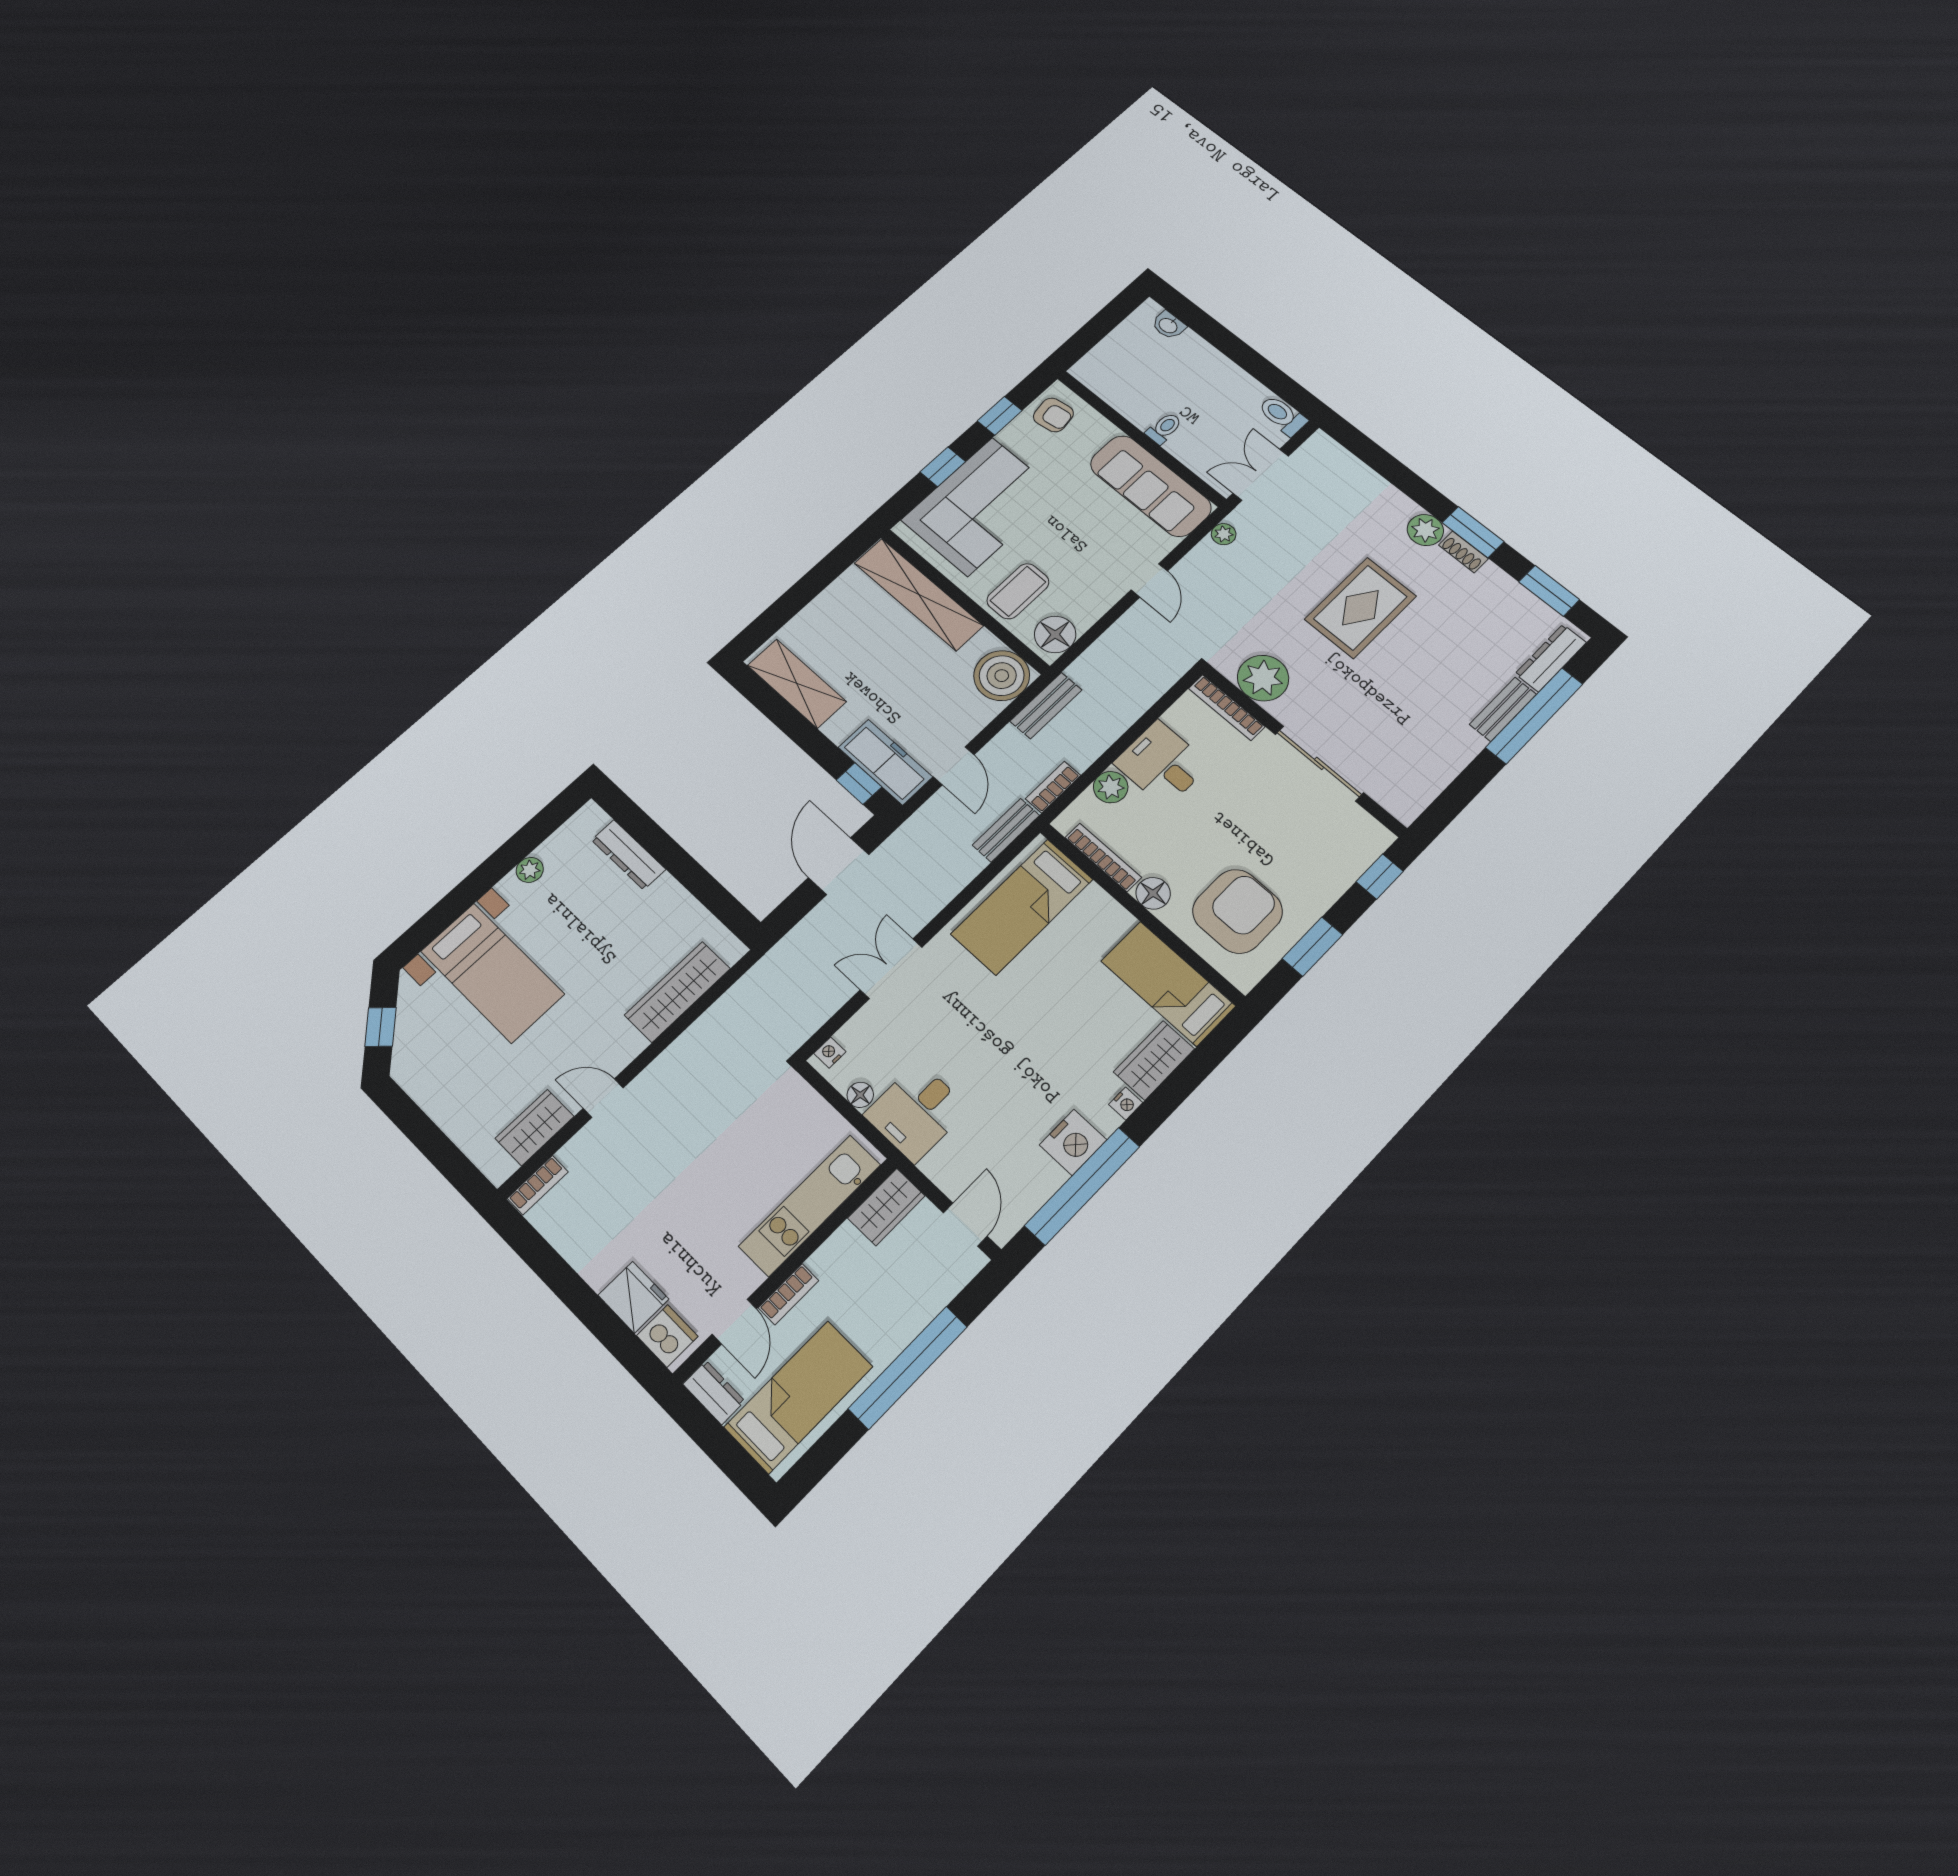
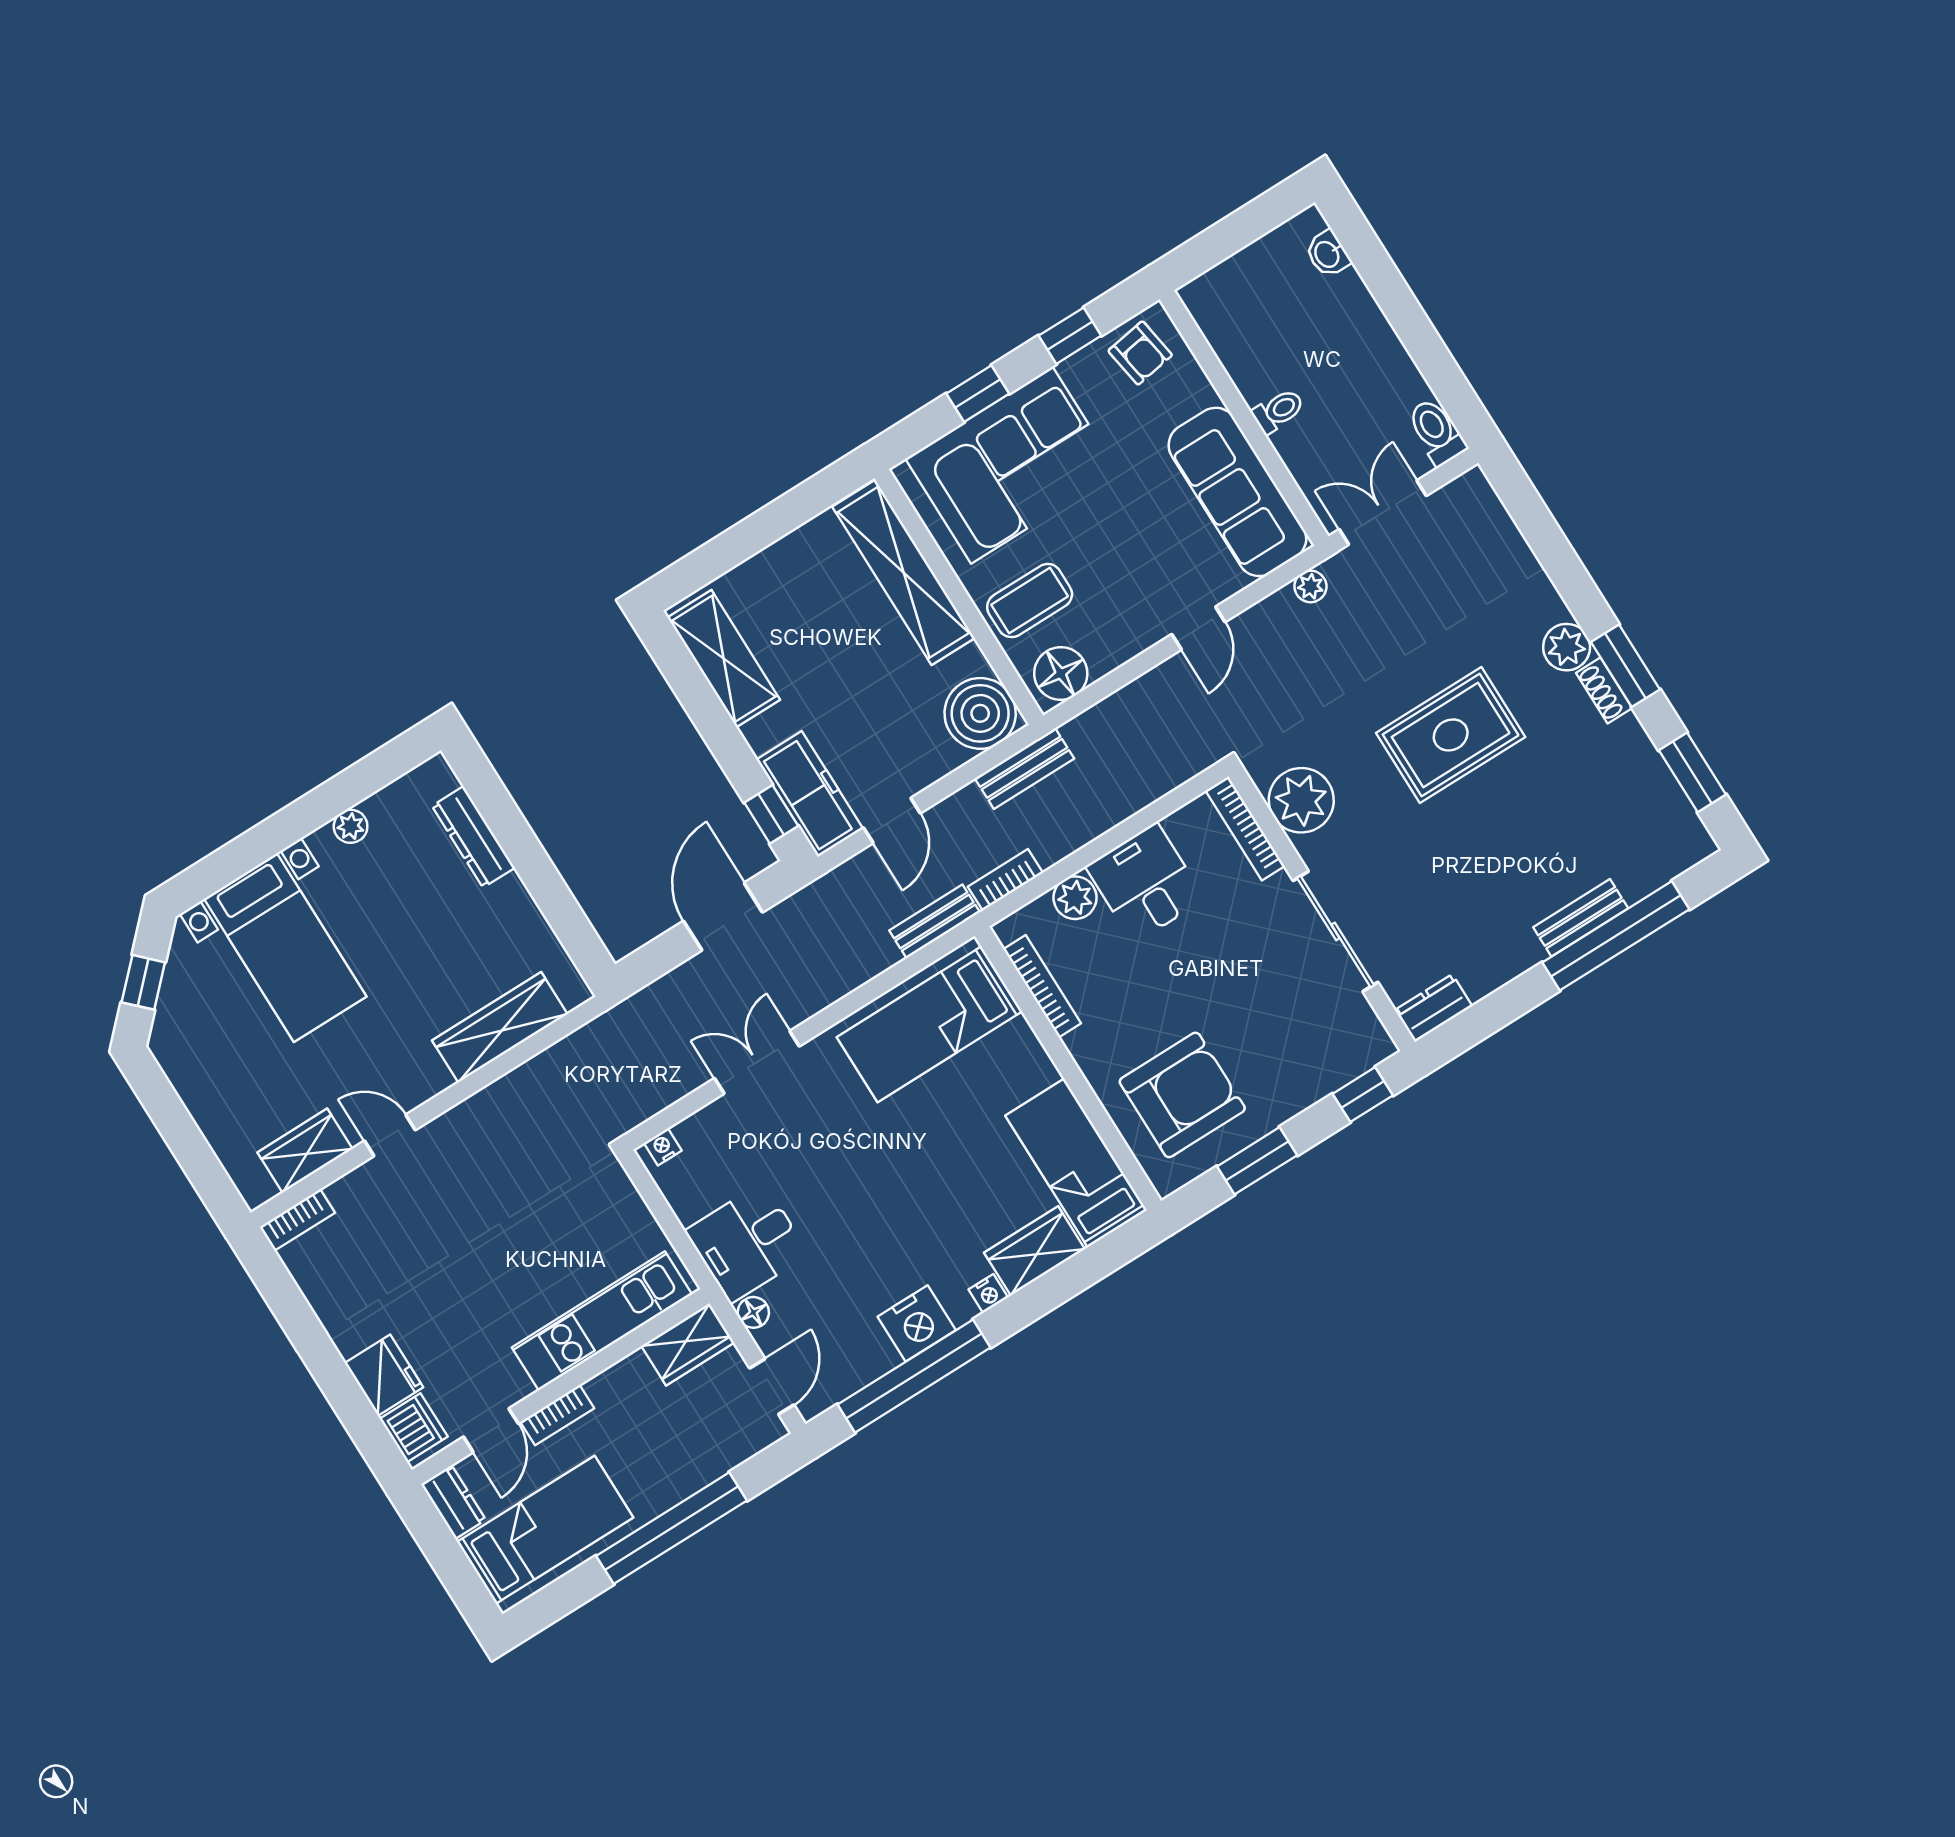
dresser: (1551, 658) -> (1434, 1008), moved, width x0.70
floor lamp: (1153, 893) -> (1089, 1047), removed
floor lamp: (860, 1095) -> (753, 1312), moved

